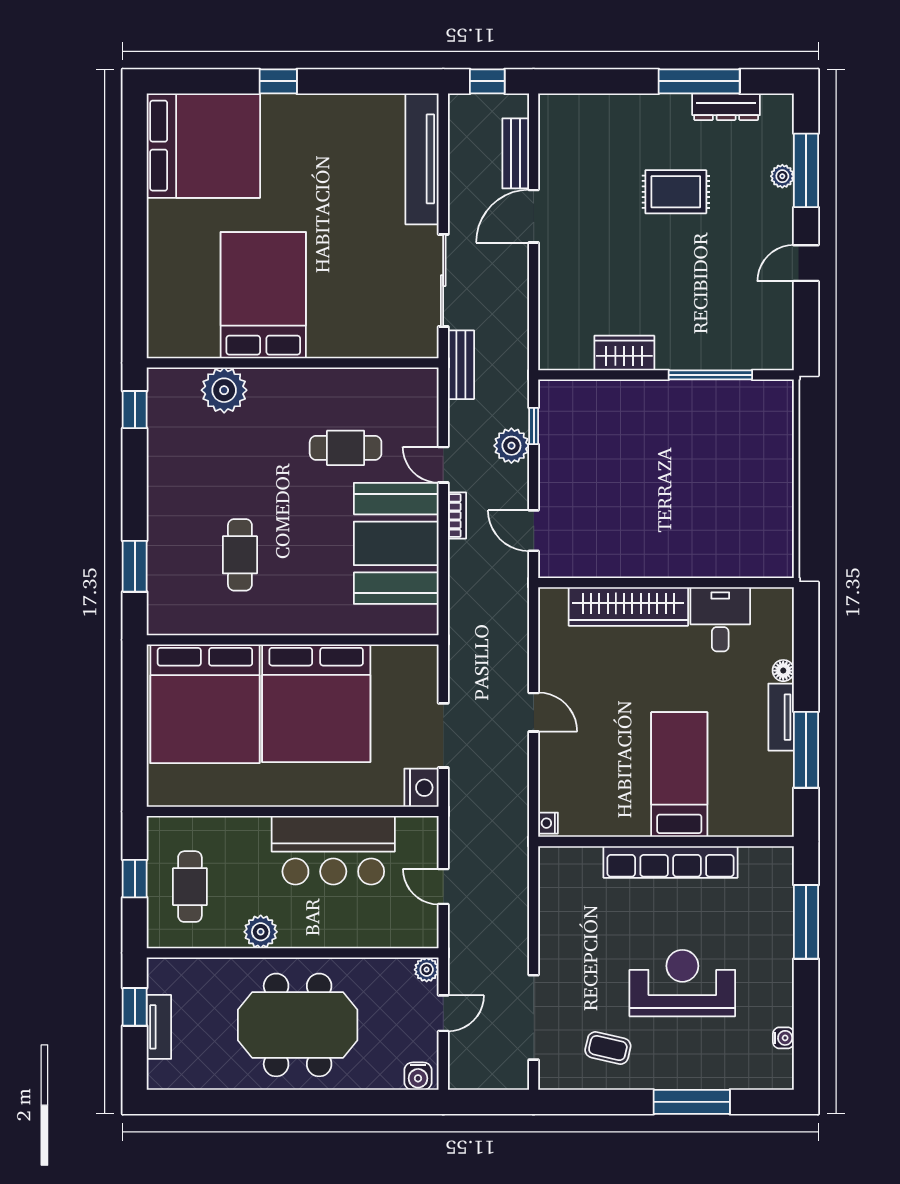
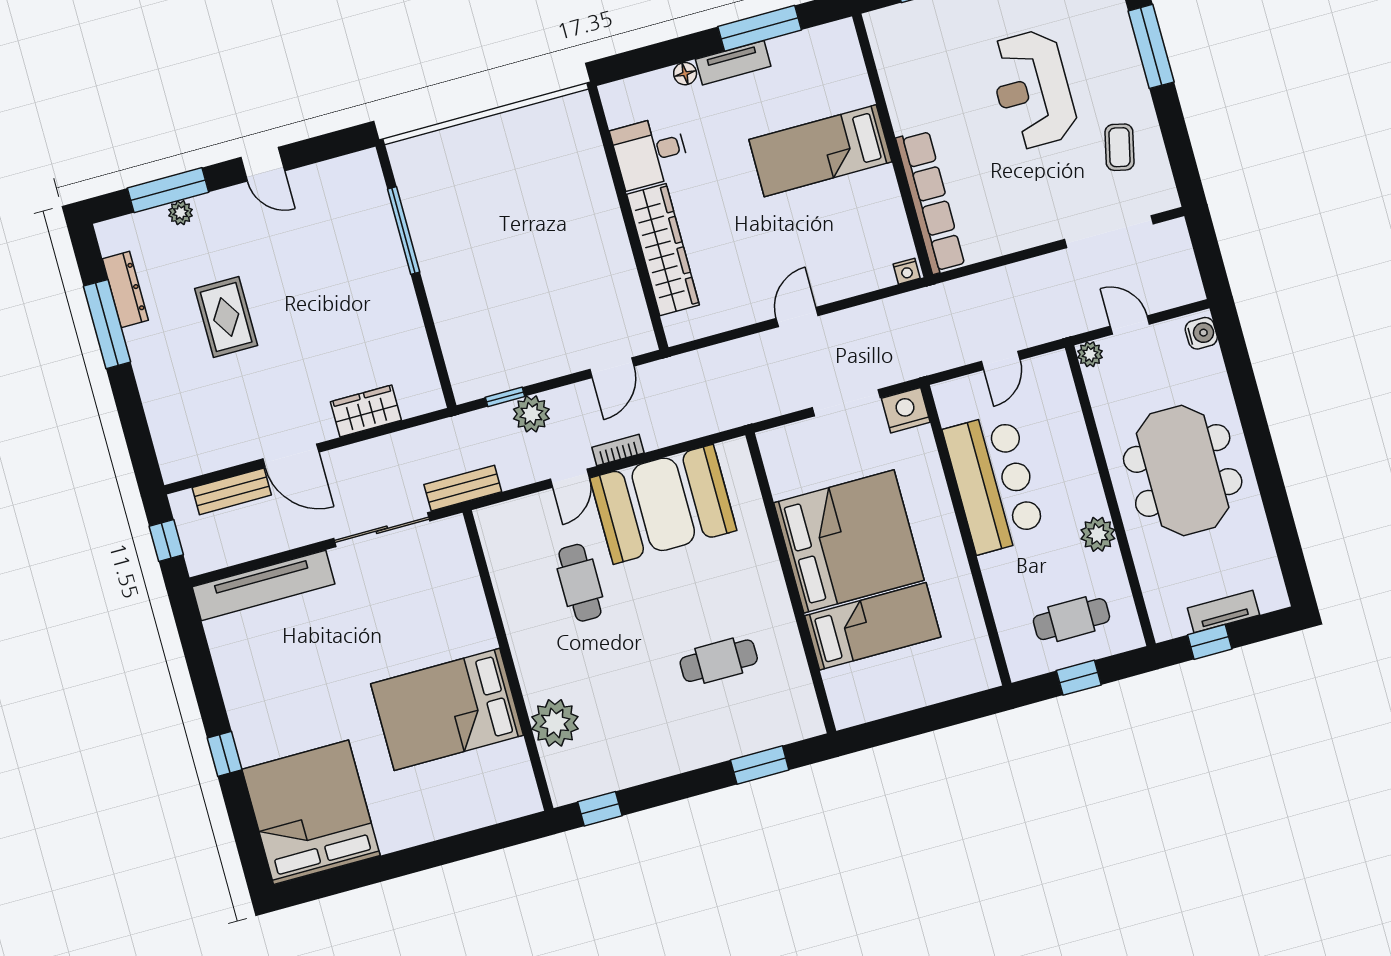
wardrobe: (624, 353) -> (366, 411), moved, turned 90
bed: (205, 704) -> (873, 626), width x0.49
row of seats: (671, 862) -> (930, 202), moved

